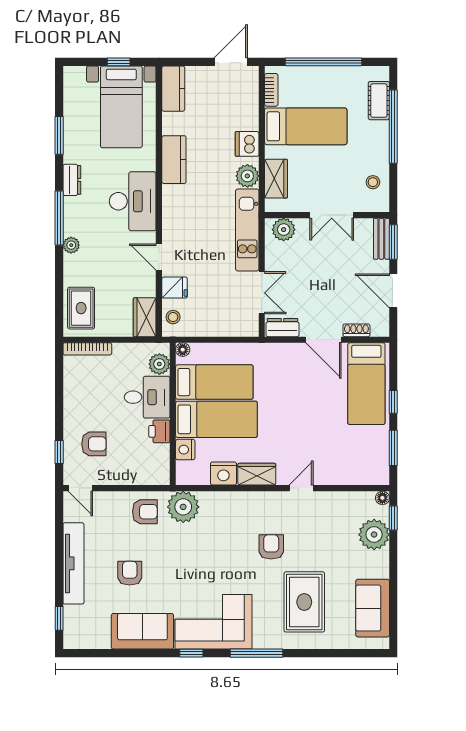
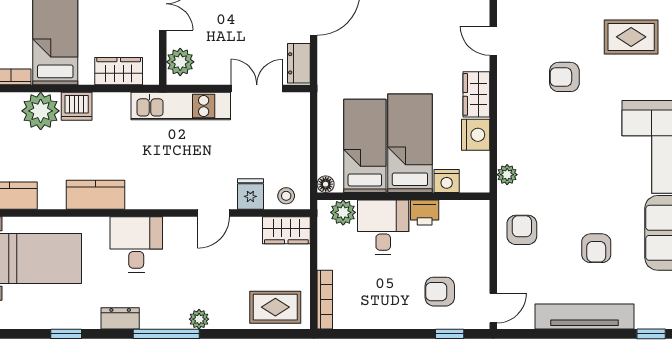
window: (59, 135) -> (66, 334), width x0.67
plant: (247, 176) -> (41, 111), moved, width x1.36, depth x1.36
desk: (133, 201) -> (136, 245), width x0.73
armchair: (94, 444) -> (440, 292), turned -90
plant: (183, 507) -> (507, 175), width x0.53, depth x0.53
armchair: (130, 573) -> (596, 248), turned -90
rug: (304, 602) -> (631, 37), width x0.73, depth x0.70

